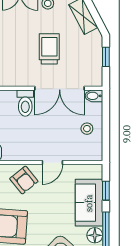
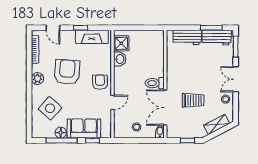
door: (52, 163) -> (112, 102), swing flipped
armchair: (24, 180) -> (100, 82), turned 129

